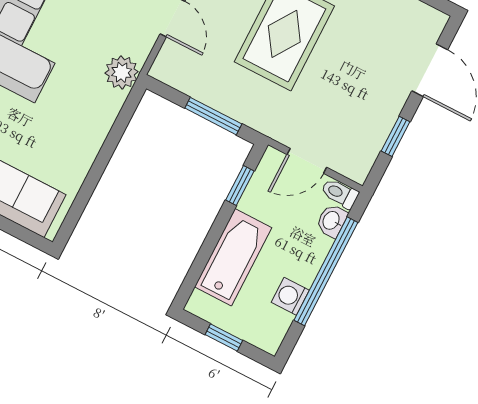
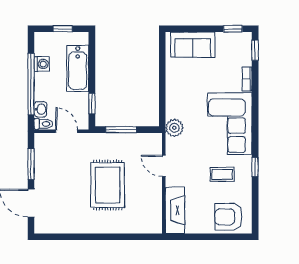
window: (396, 136) -> (31, 164), width x1.50
door: (307, 161) -> (67, 131), hinge flipped

